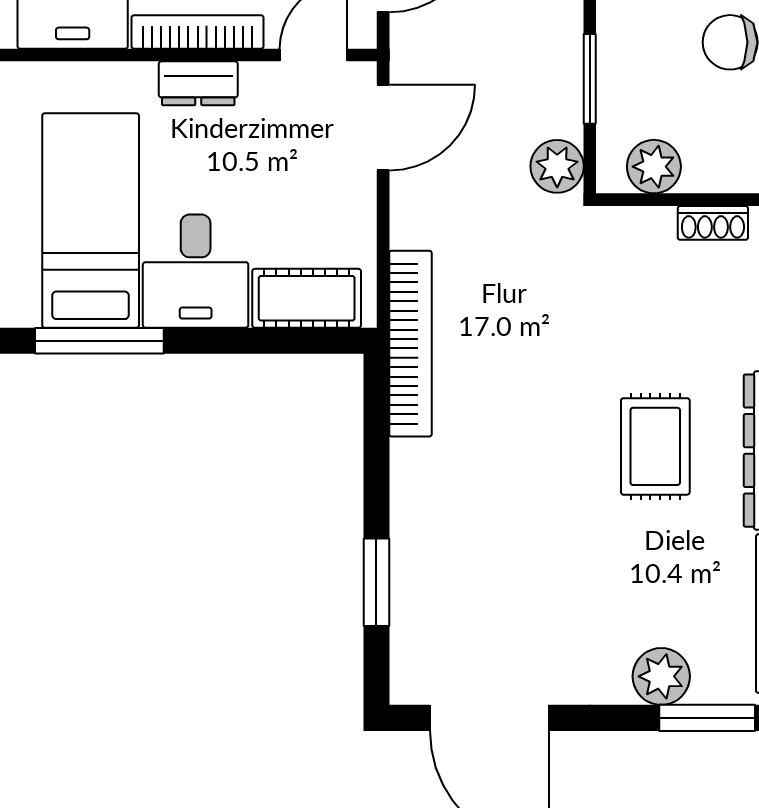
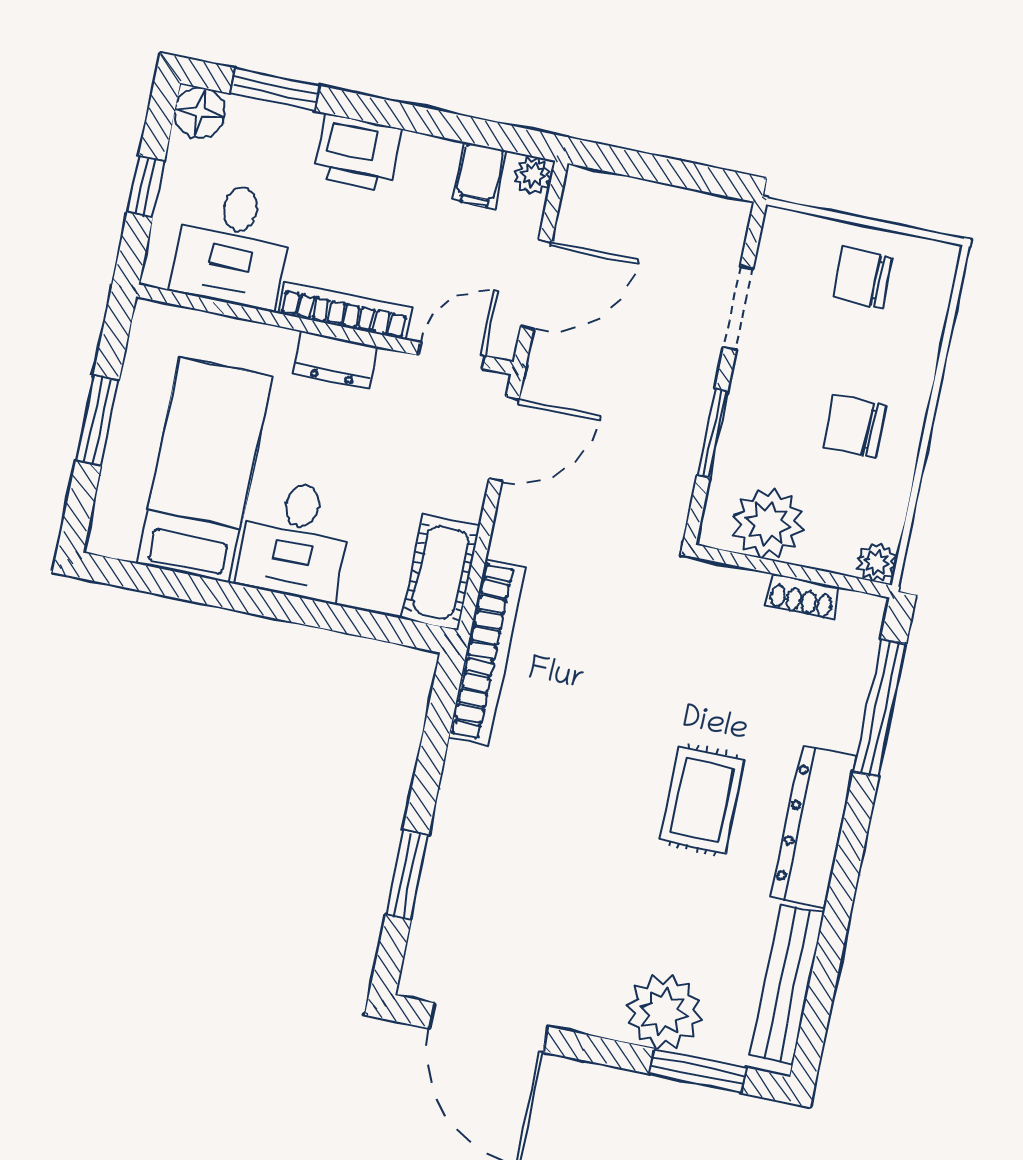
plant: (557, 166) -> (663, 511), removed
plant: (654, 167) -> (768, 523), width x1.36, depth x1.36
cot: (307, 298) -> (441, 572), moved, turned 90
window: (99, 341) -> (189, 587), removed
plant: (661, 676) -> (664, 1012), width x1.36, depth x1.36

